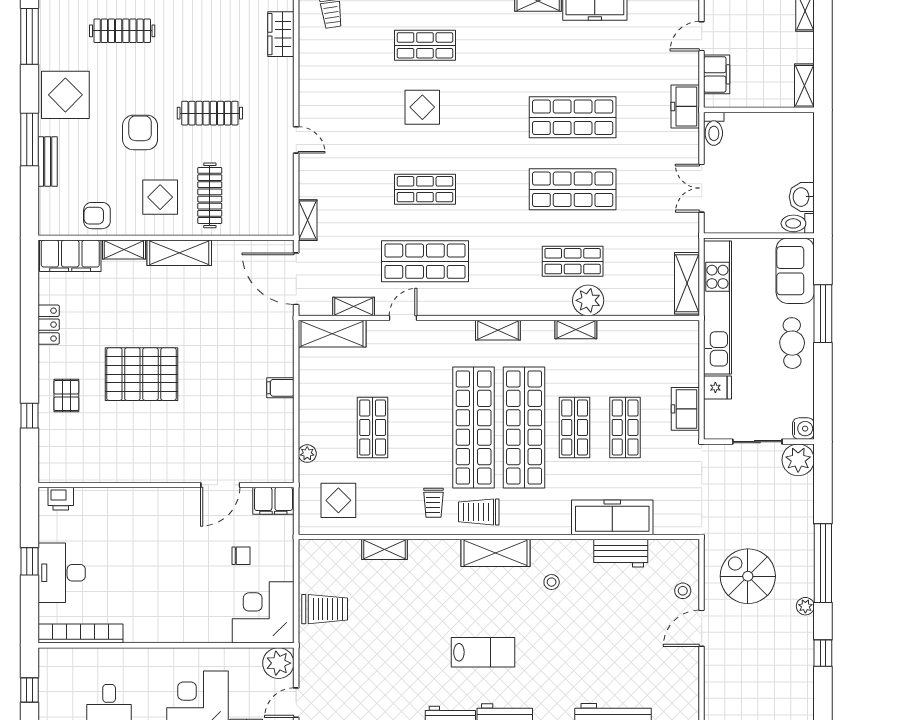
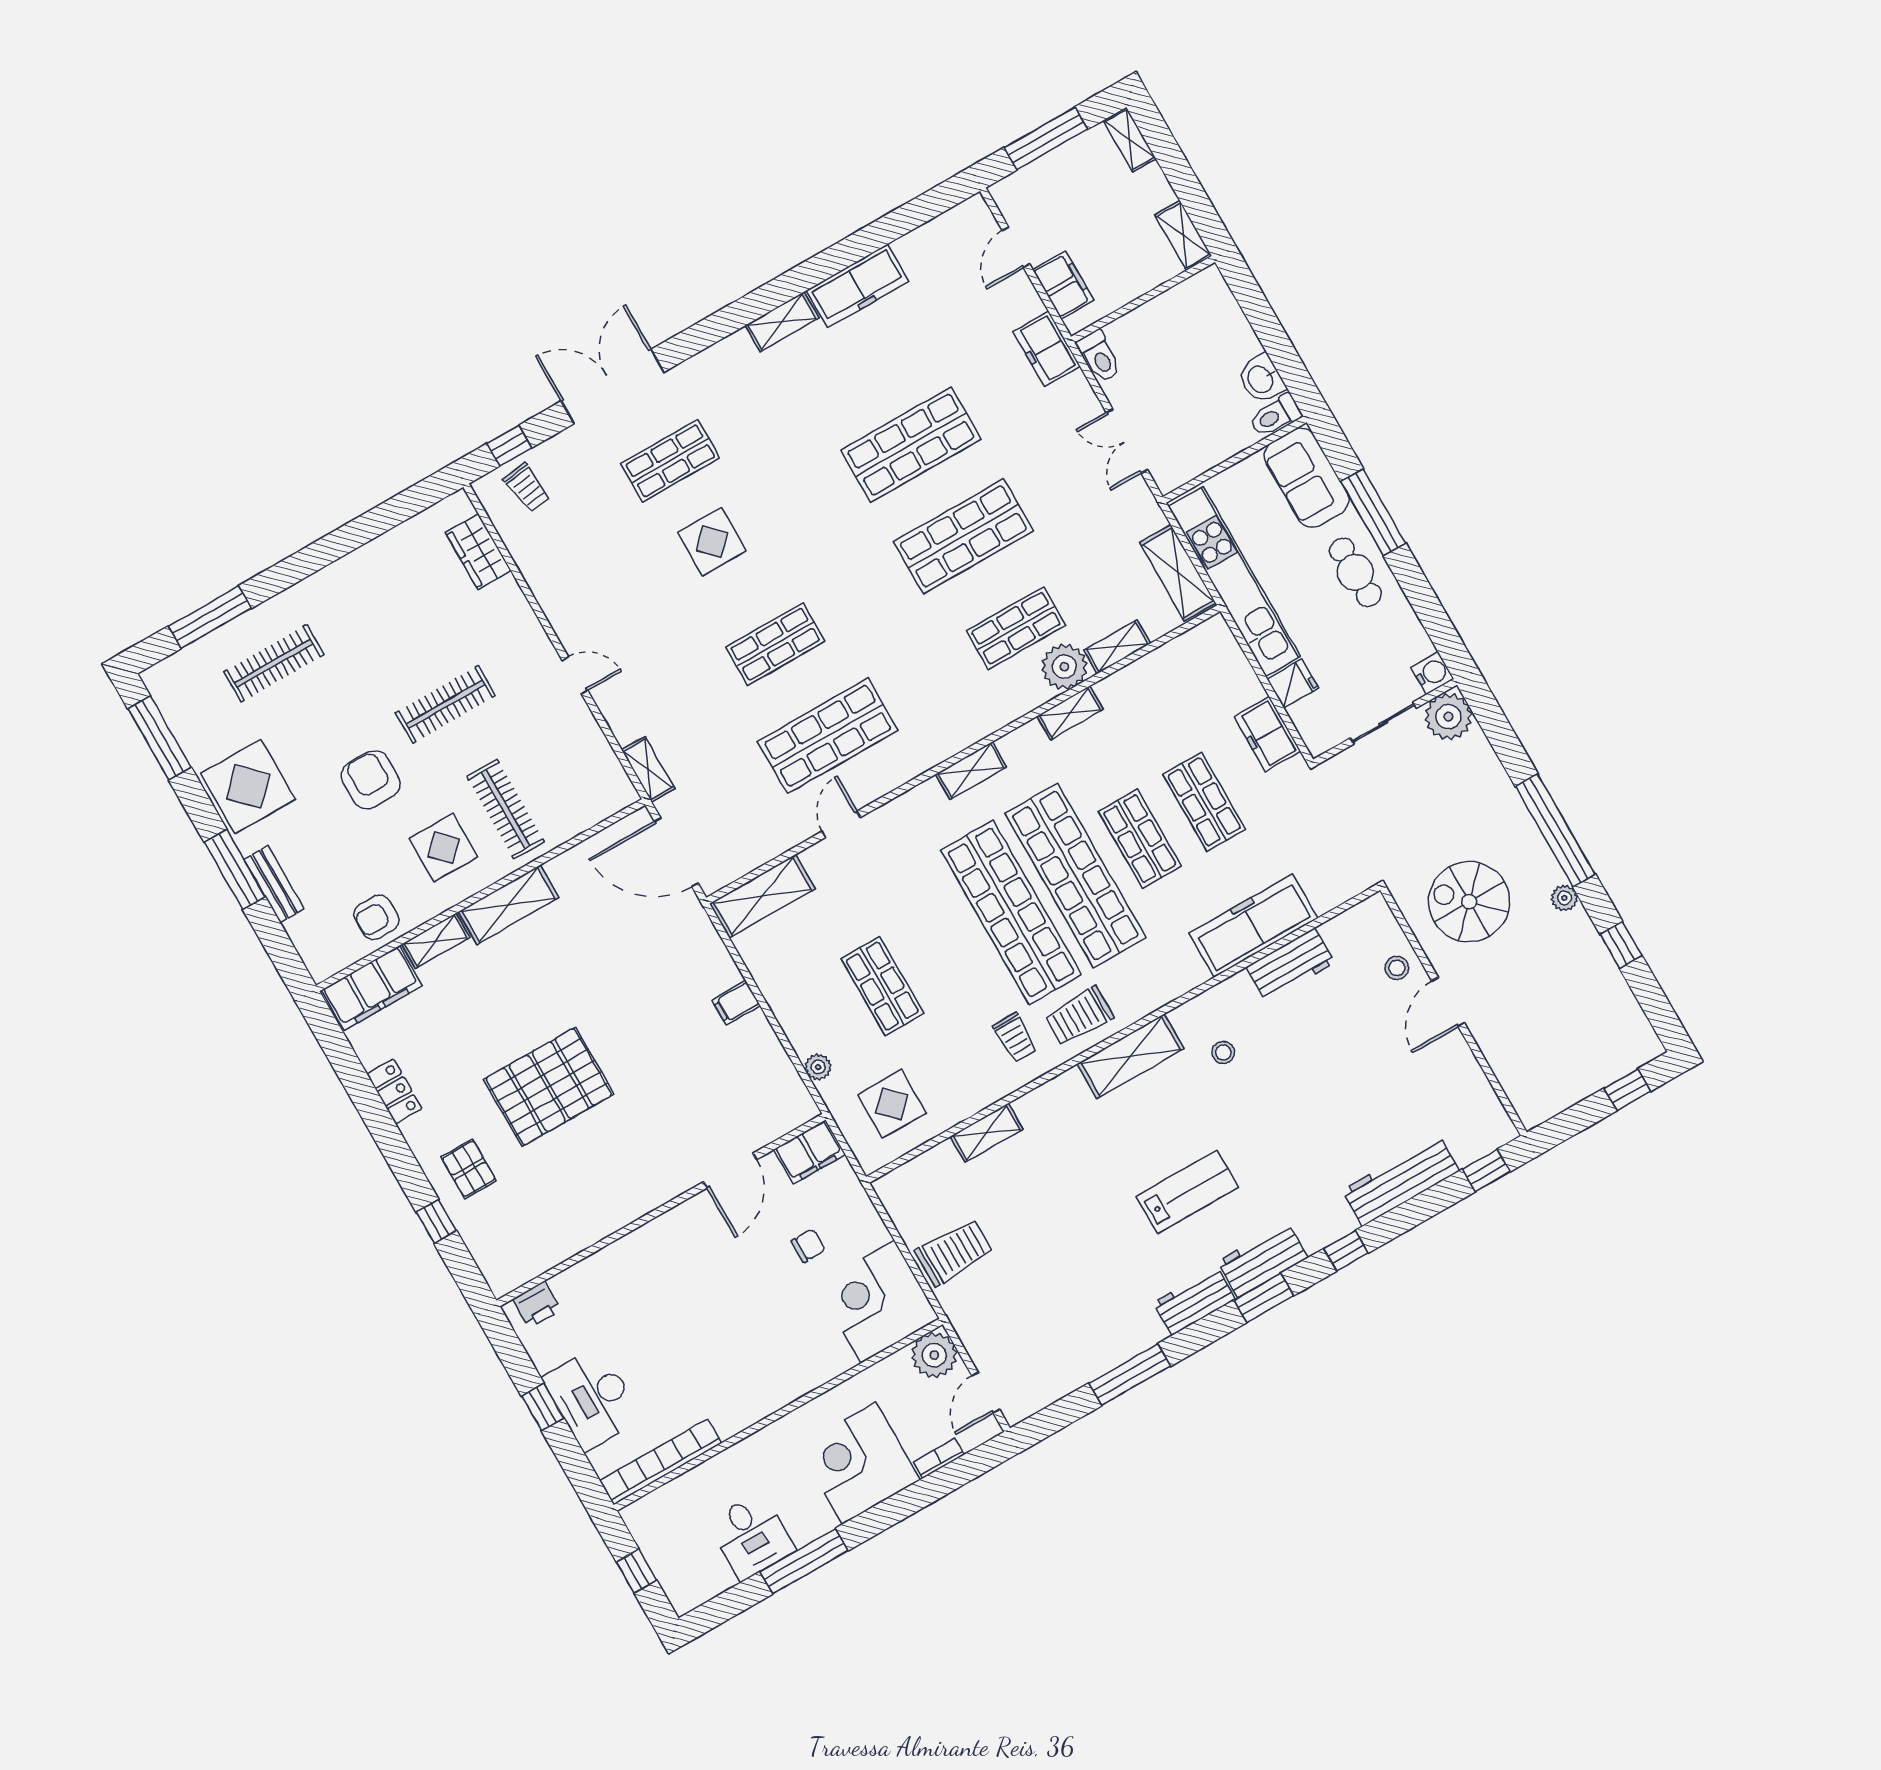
shelving: (354, 306) -> (1117, 647), moved

